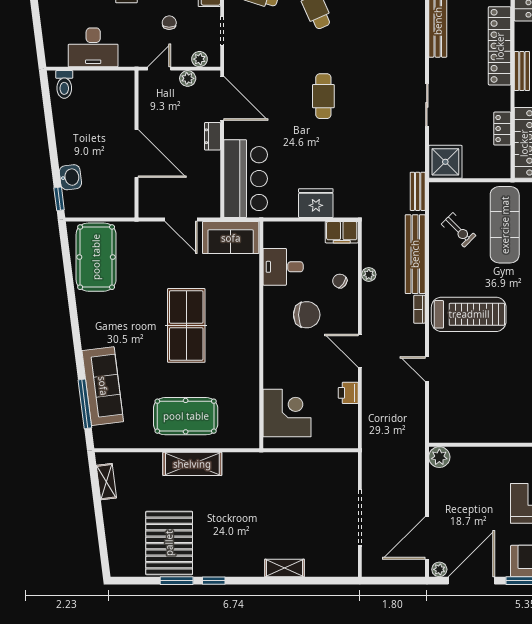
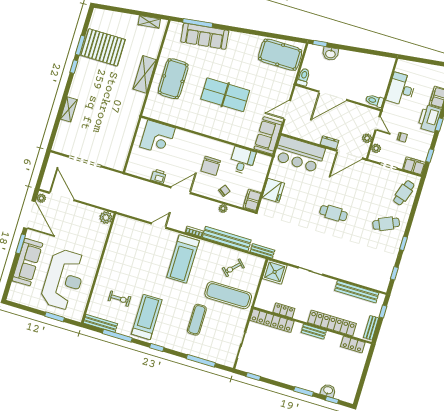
toilet: (64, 84) -> (374, 101), moved
toilet: (121, 209) -> (304, 77), added

